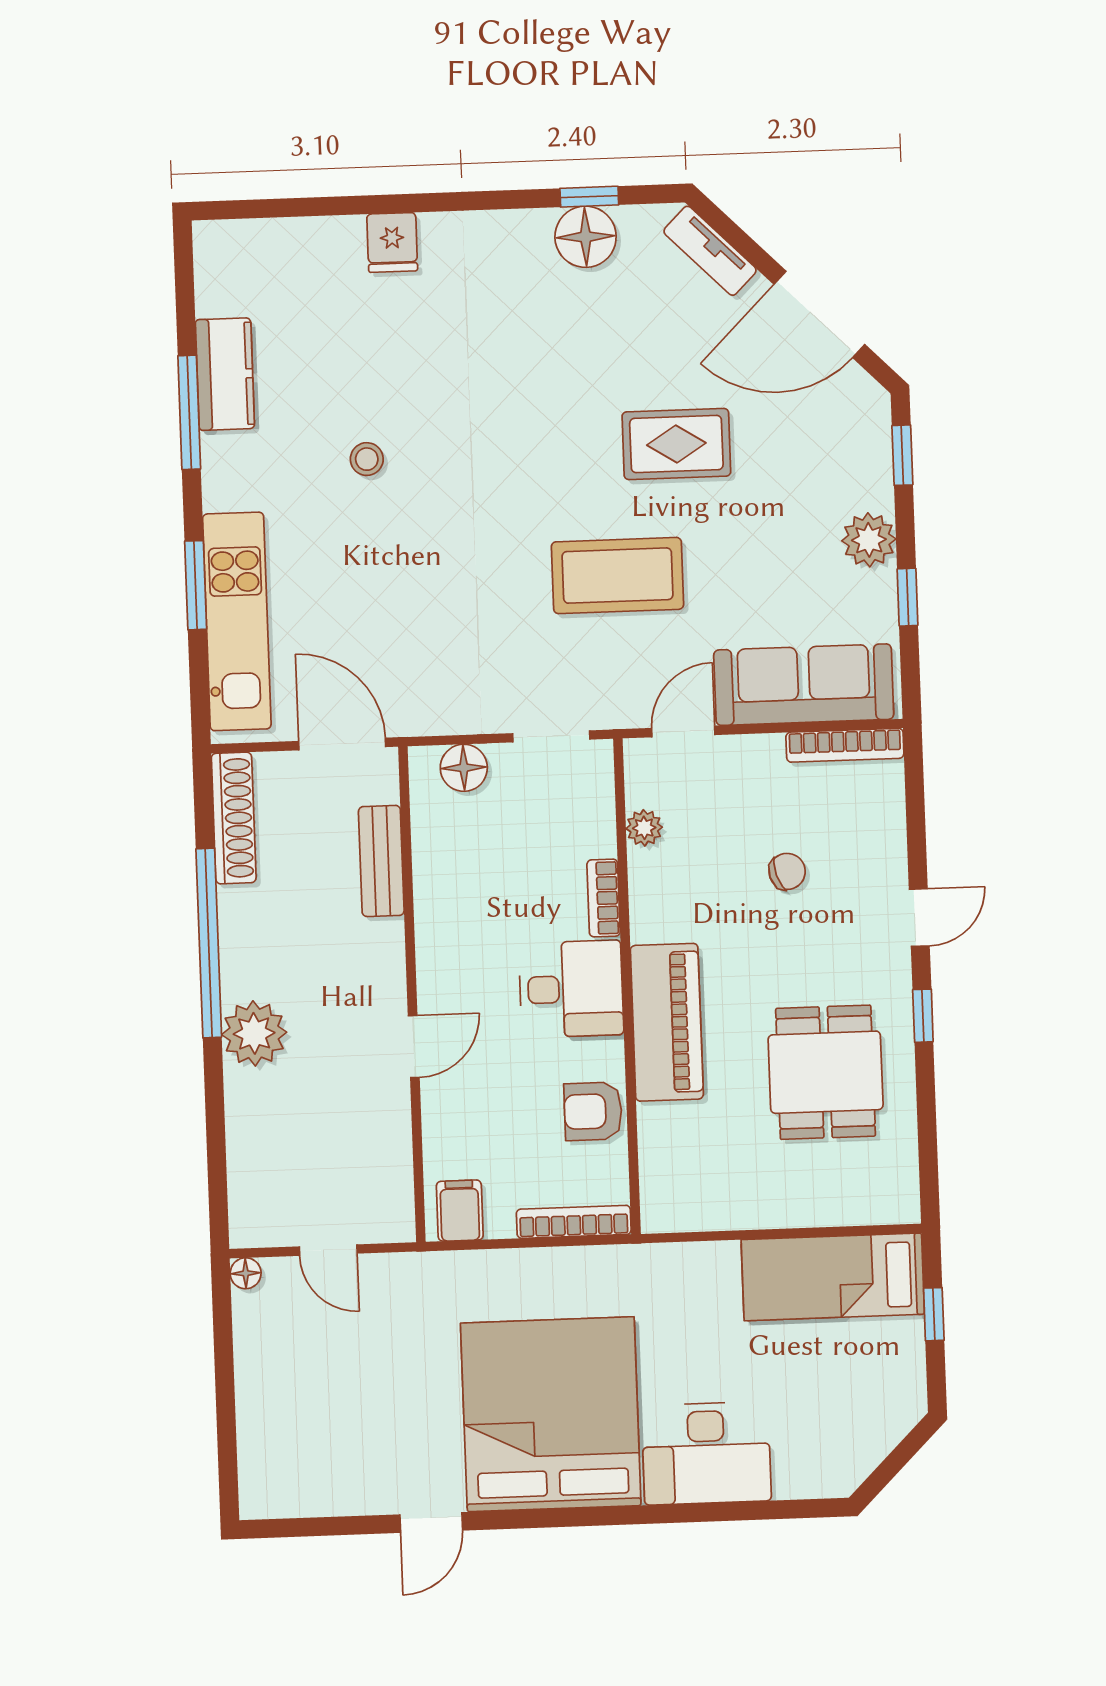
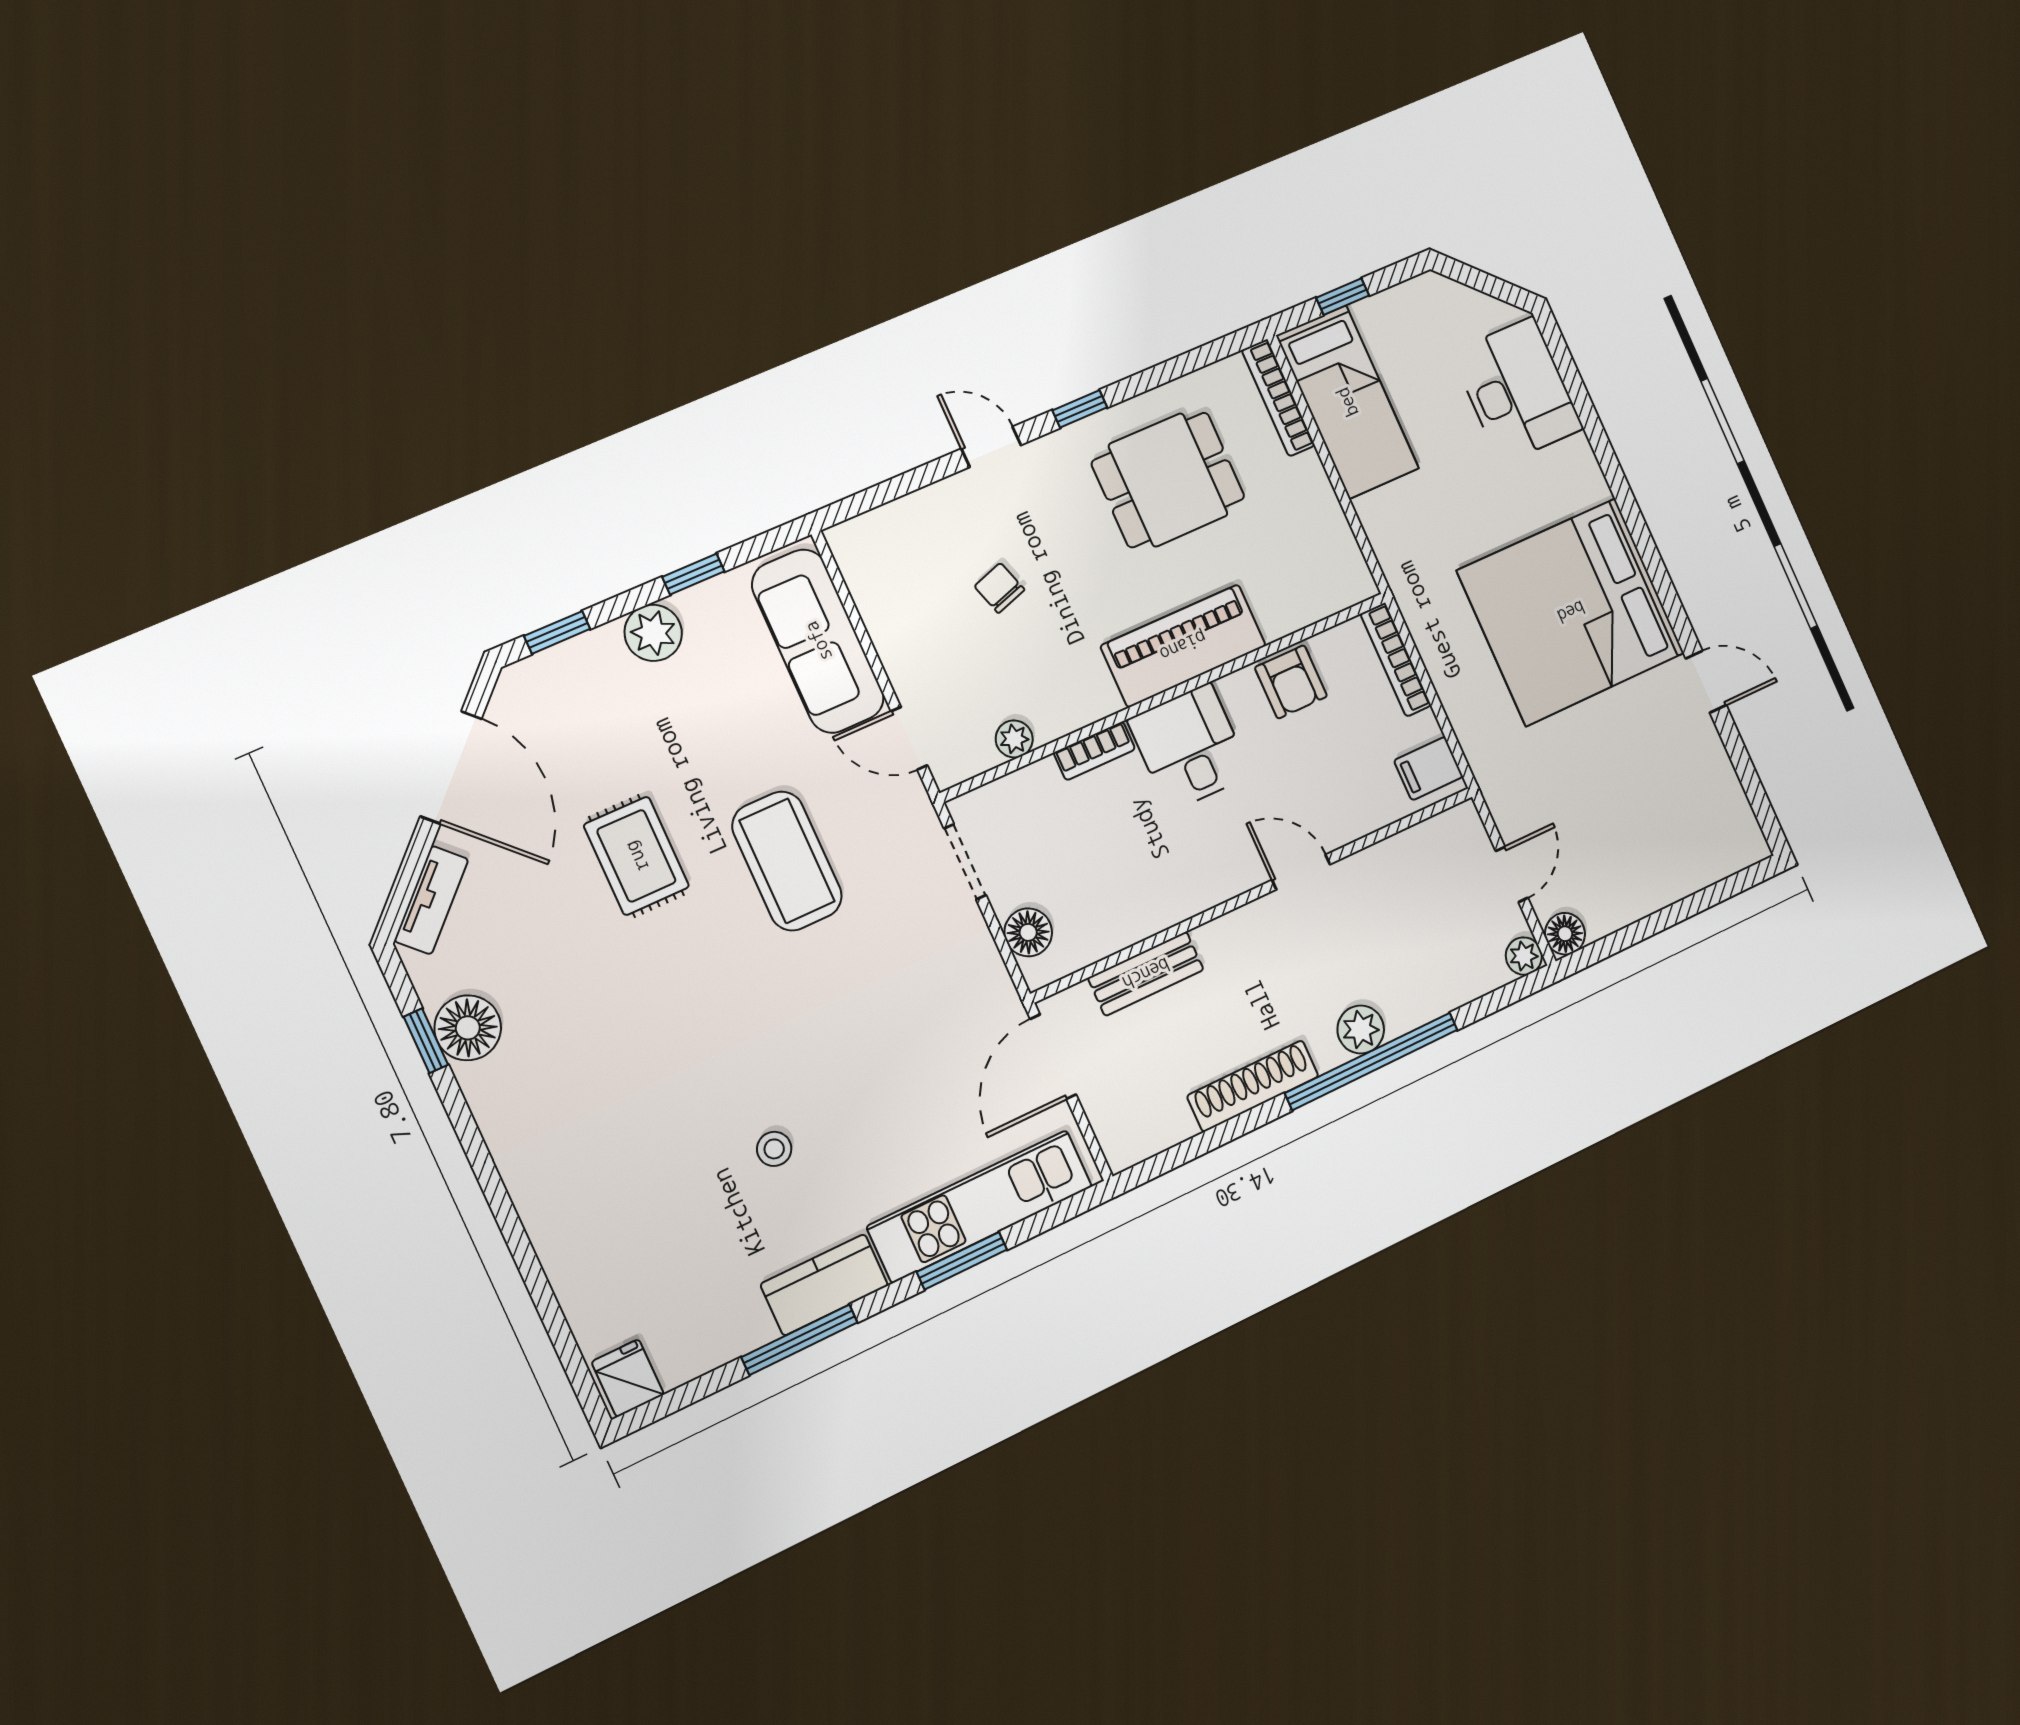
fridge: (392, 242) -> (628, 1378), moved, turned -90
kitchen counter: (225, 374) -> (824, 1285), moved
bookcase: (845, 745) -> (1278, 398), moved, turned 180
shoe rack: (234, 818) -> (1253, 1086), moved
window: (209, 943) -> (1371, 1061), moved
plant: (254, 1033) -> (1361, 1030), width x0.73, depth x0.73
plant: (248, 1229) -> (1524, 956), added
floor lamp: (246, 1273) -> (1565, 934), width x1.37, depth x1.37
desk: (706, 1453) -> (1517, 390), moved

